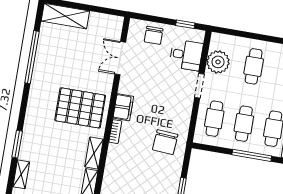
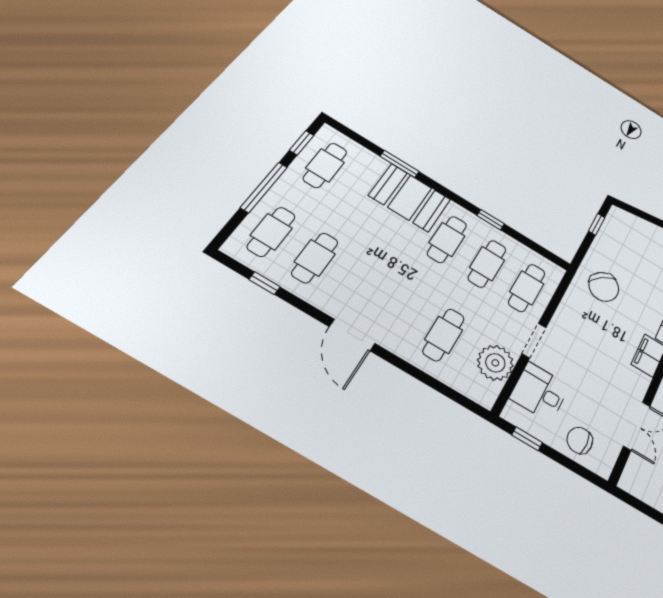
chair: (154, 35) -> (580, 440), turned -90
chair: (165, 142) -> (604, 287), turned 137
window: (252, 155) -> (491, 220), width x0.46

